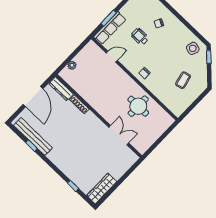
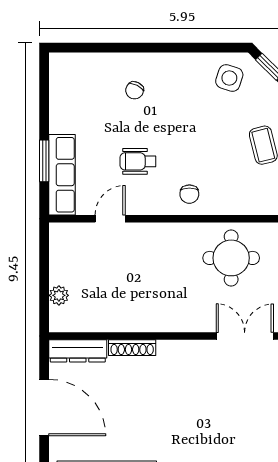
wheelchair: (140, 37) -> (138, 161), moved

